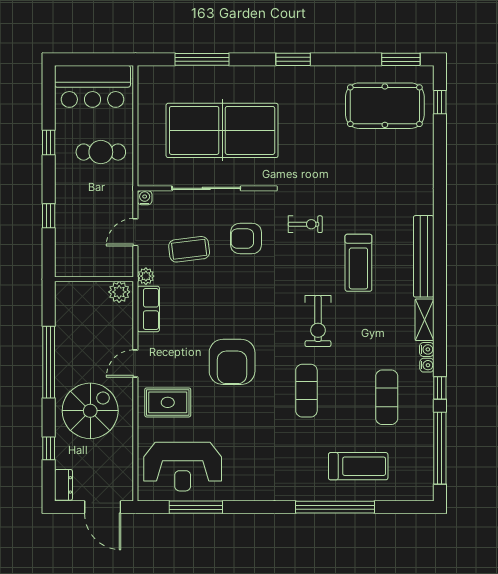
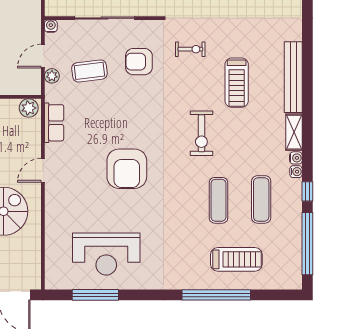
plant: (146, 276) -> (52, 76), moved
exercise mat: (306, 391) -> (218, 200), moved
rug: (168, 402) -> (71, 204), removed
reception desk: (183, 467) -> (106, 254), moved

